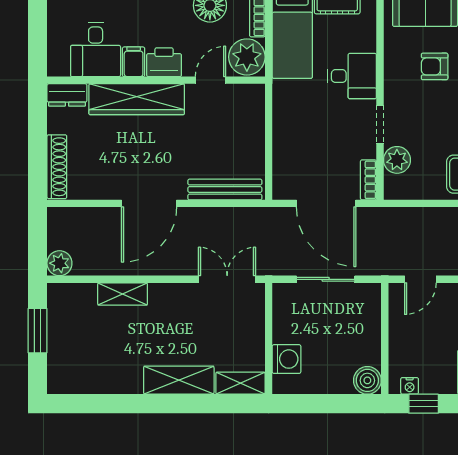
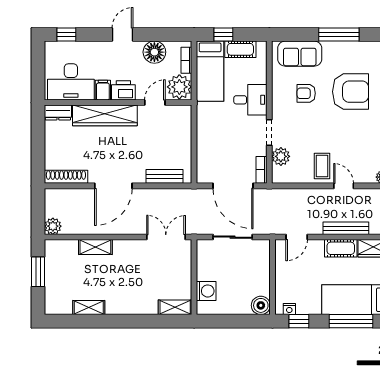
desk: (96, 50) -> (71, 82), width x1.37
shoe rack: (57, 167) -> (66, 177), moved, turned -90
bench: (225, 190) -> (165, 176), width x0.73
shelving: (179, 380) -> (89, 308), moved, width x0.67, depth x0.75

